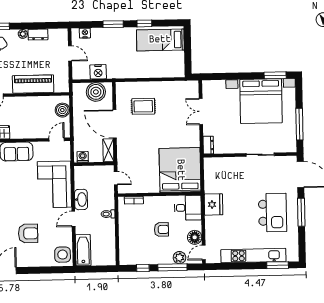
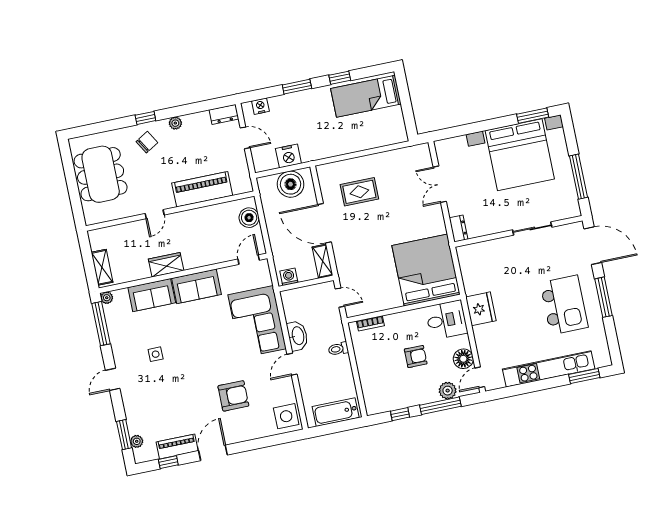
dresser: (38, 35) -> (224, 114), moved
bathtub: (83, 250) -> (336, 412), moved, turned -90

